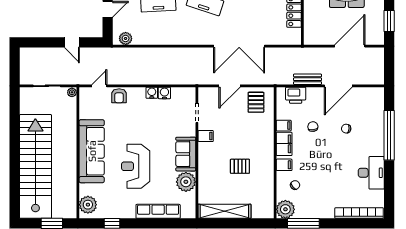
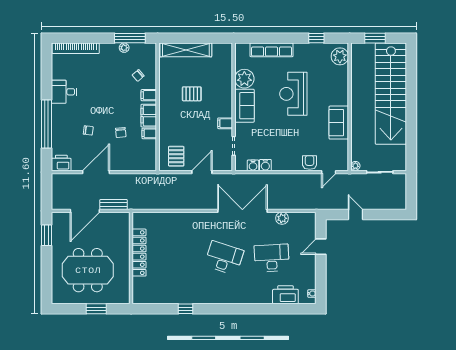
plant: (126, 38) -> (282, 218), moved
double door: (239, 46) -> (242, 211), moved
bench: (308, 79) -> (114, 204), moved
water cooler: (152, 93) -> (253, 165), moved
printer: (296, 95) -> (61, 163), moved
sofa: (92, 151) -> (339, 123), width x0.54, depth x0.79
reception desk: (136, 166) -> (293, 94), turned 180
desk: (371, 173) -> (64, 92), width x0.73
plant: (285, 209) -> (124, 48), moved, width x0.53, depth x0.53
shelving: (224, 211) -> (186, 50), moved

